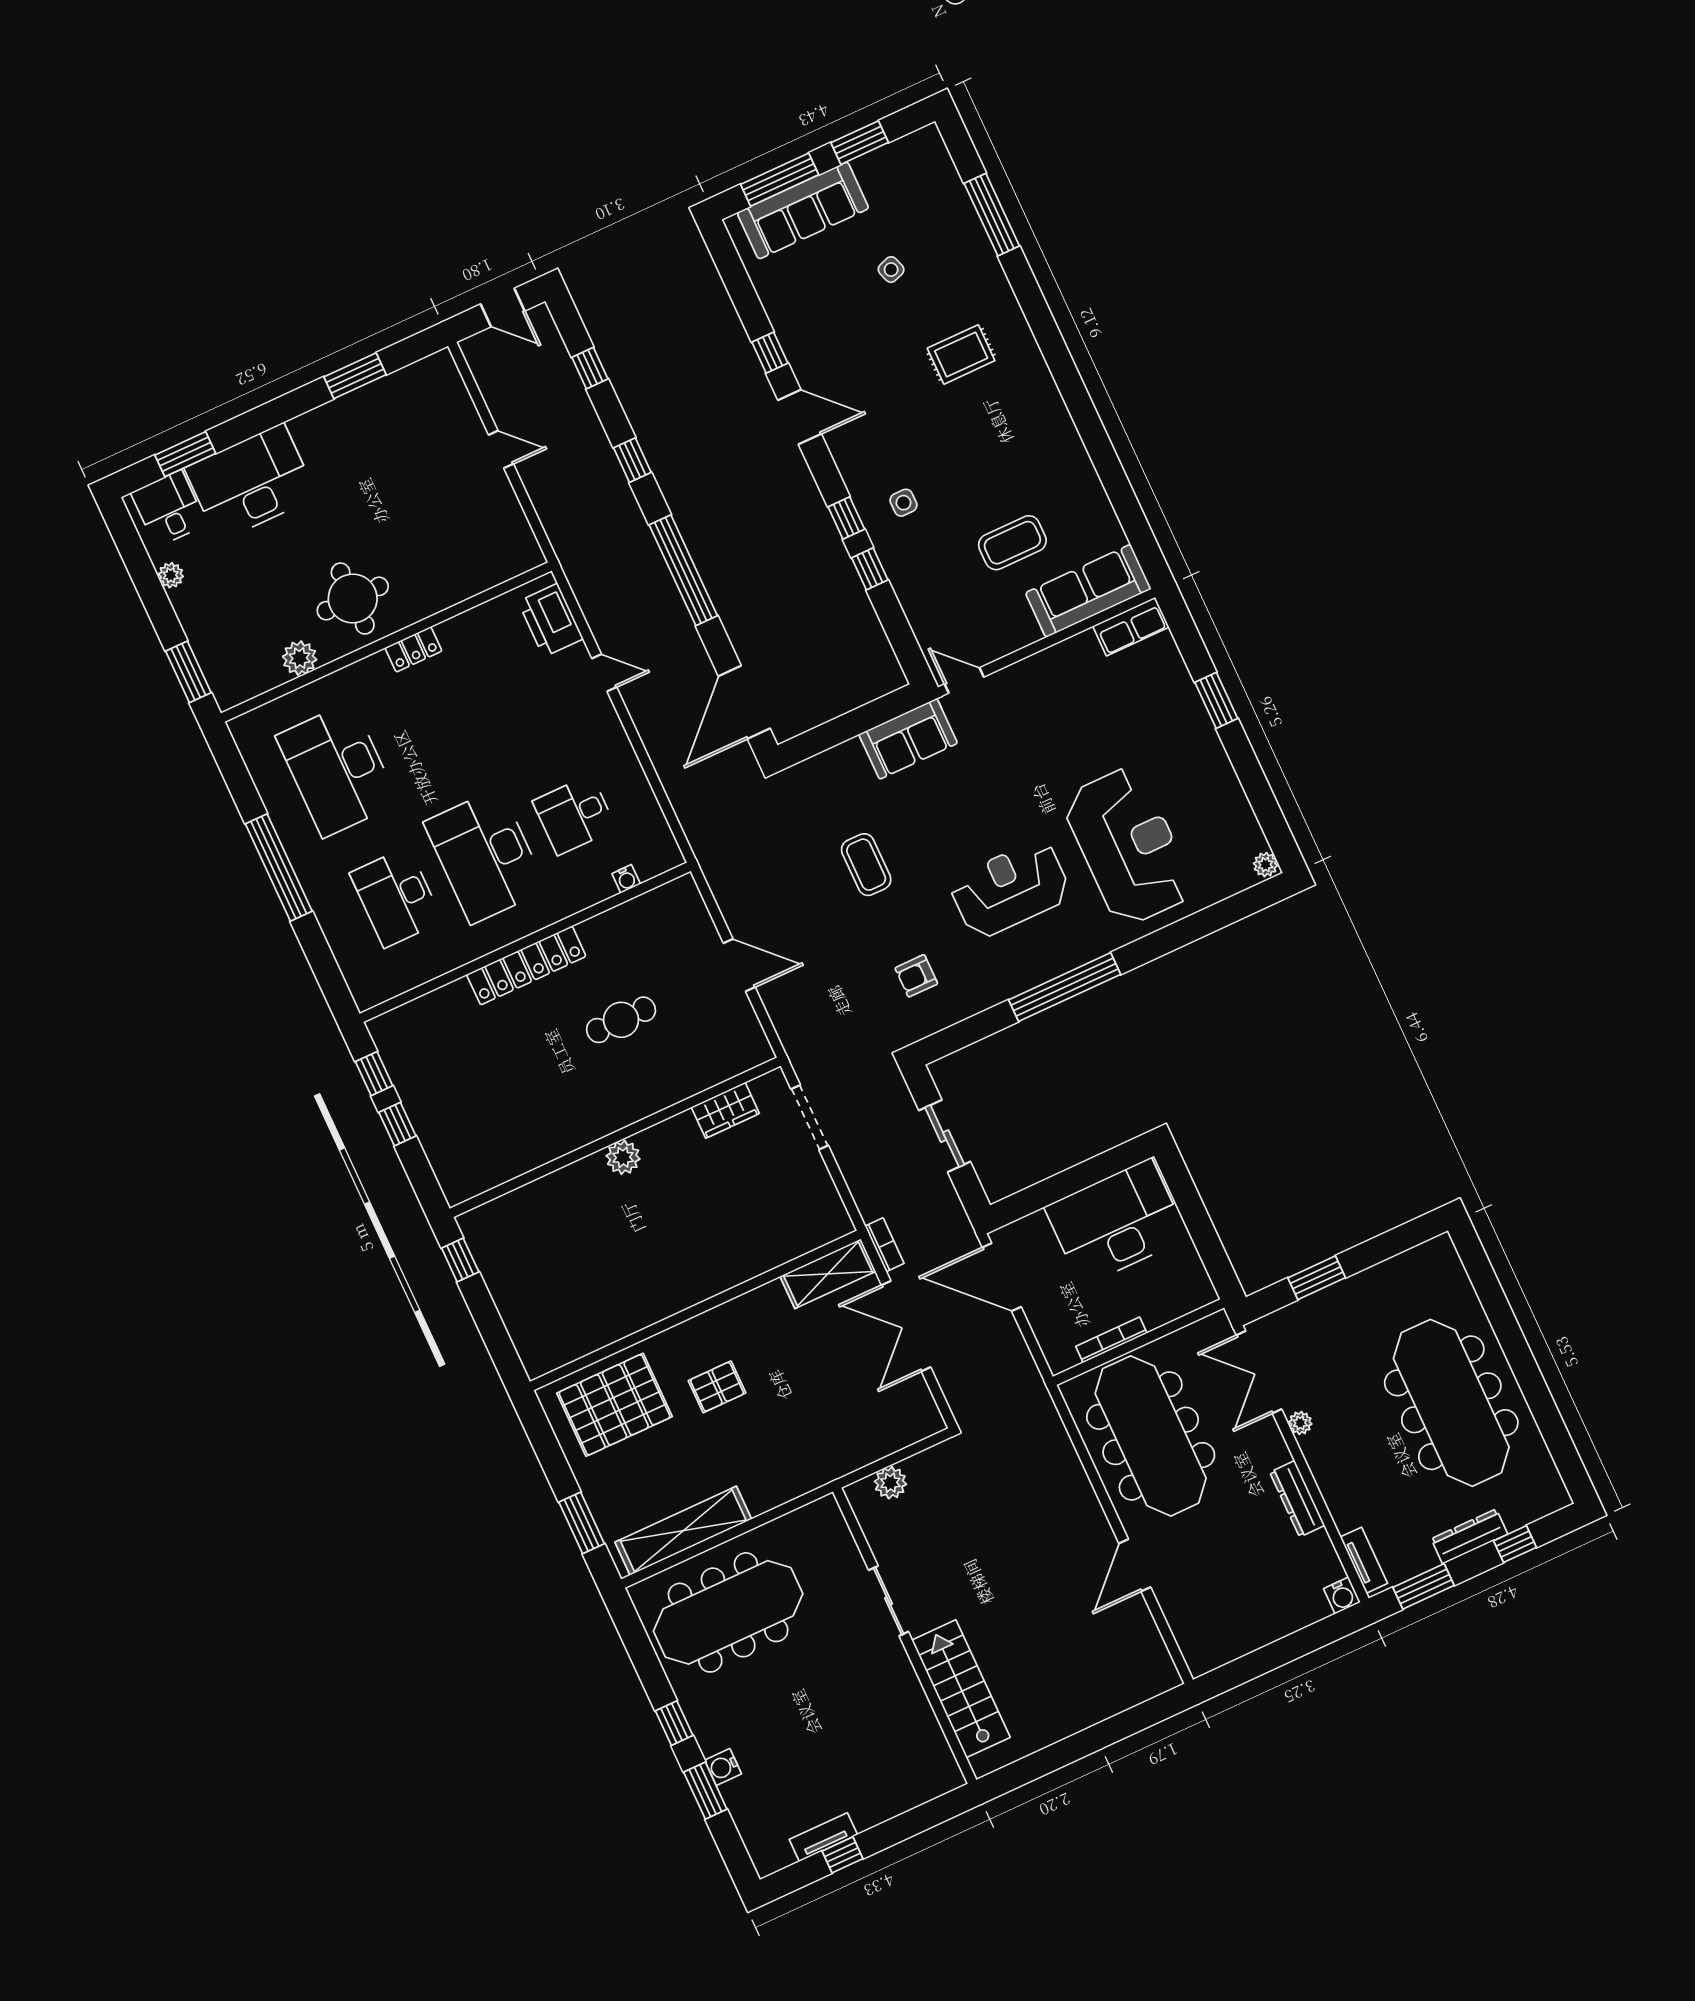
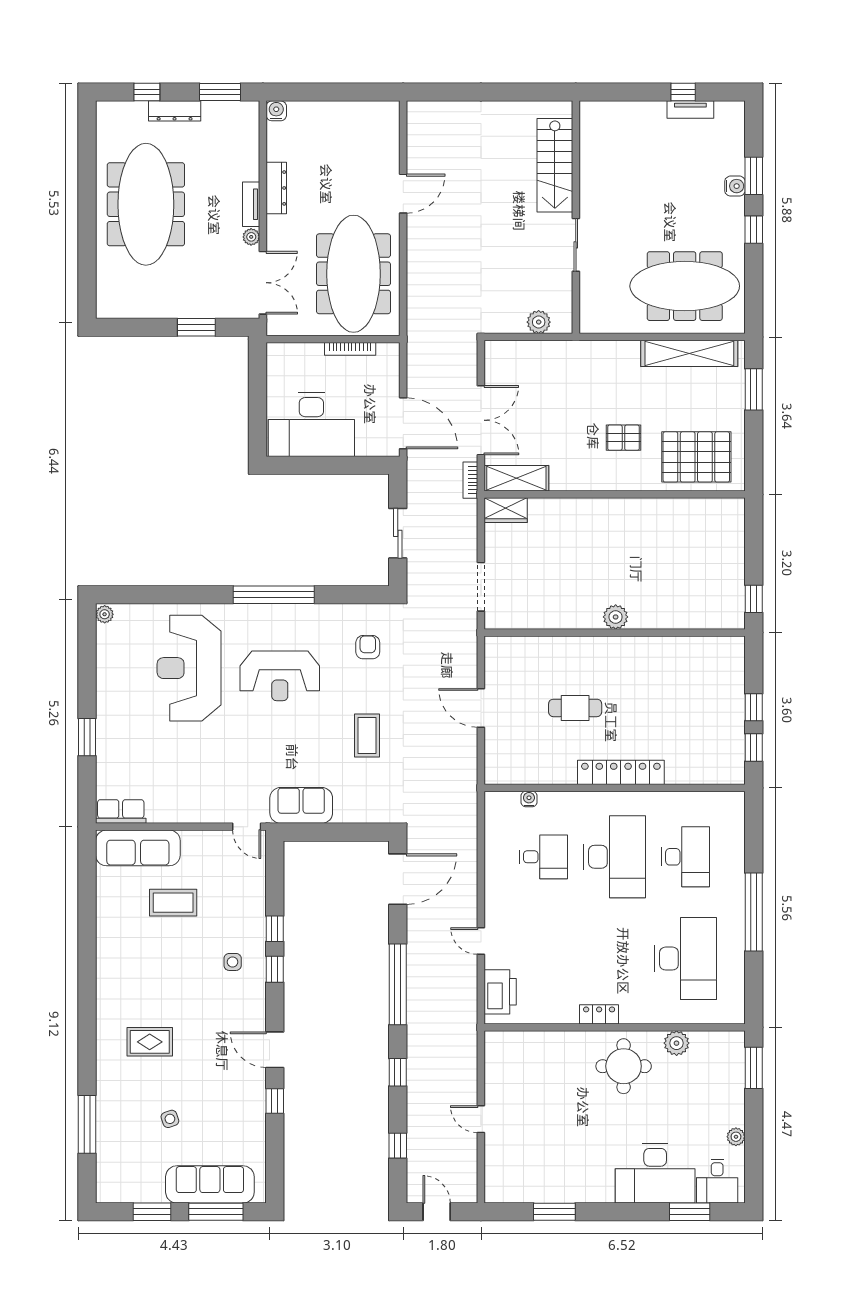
armchair: (916, 976) -> (368, 647), turned -90
wardrobe: (725, 1110) -> (506, 510), moved, turned 180
tv unit: (1364, 1560) -> (251, 204), moved

